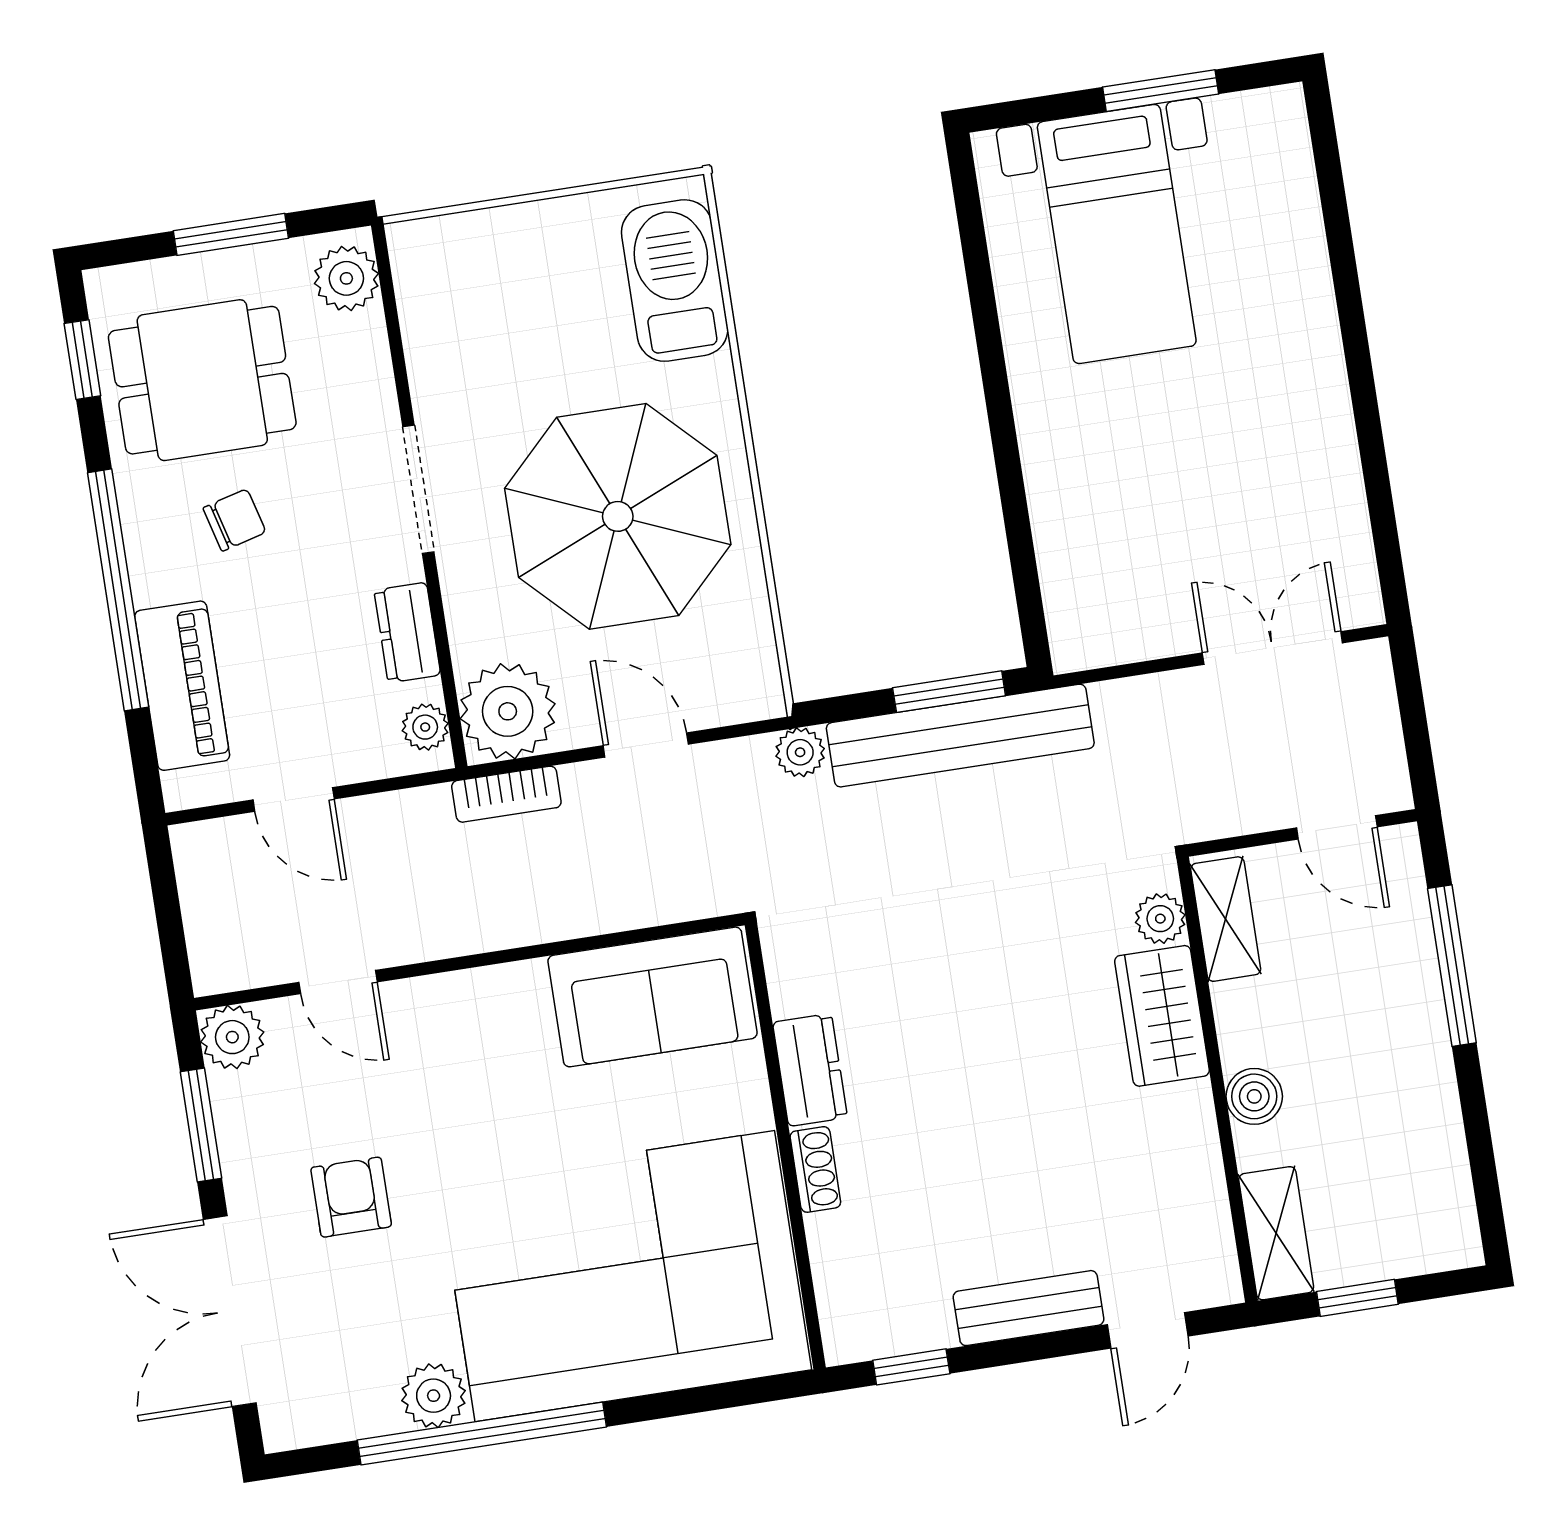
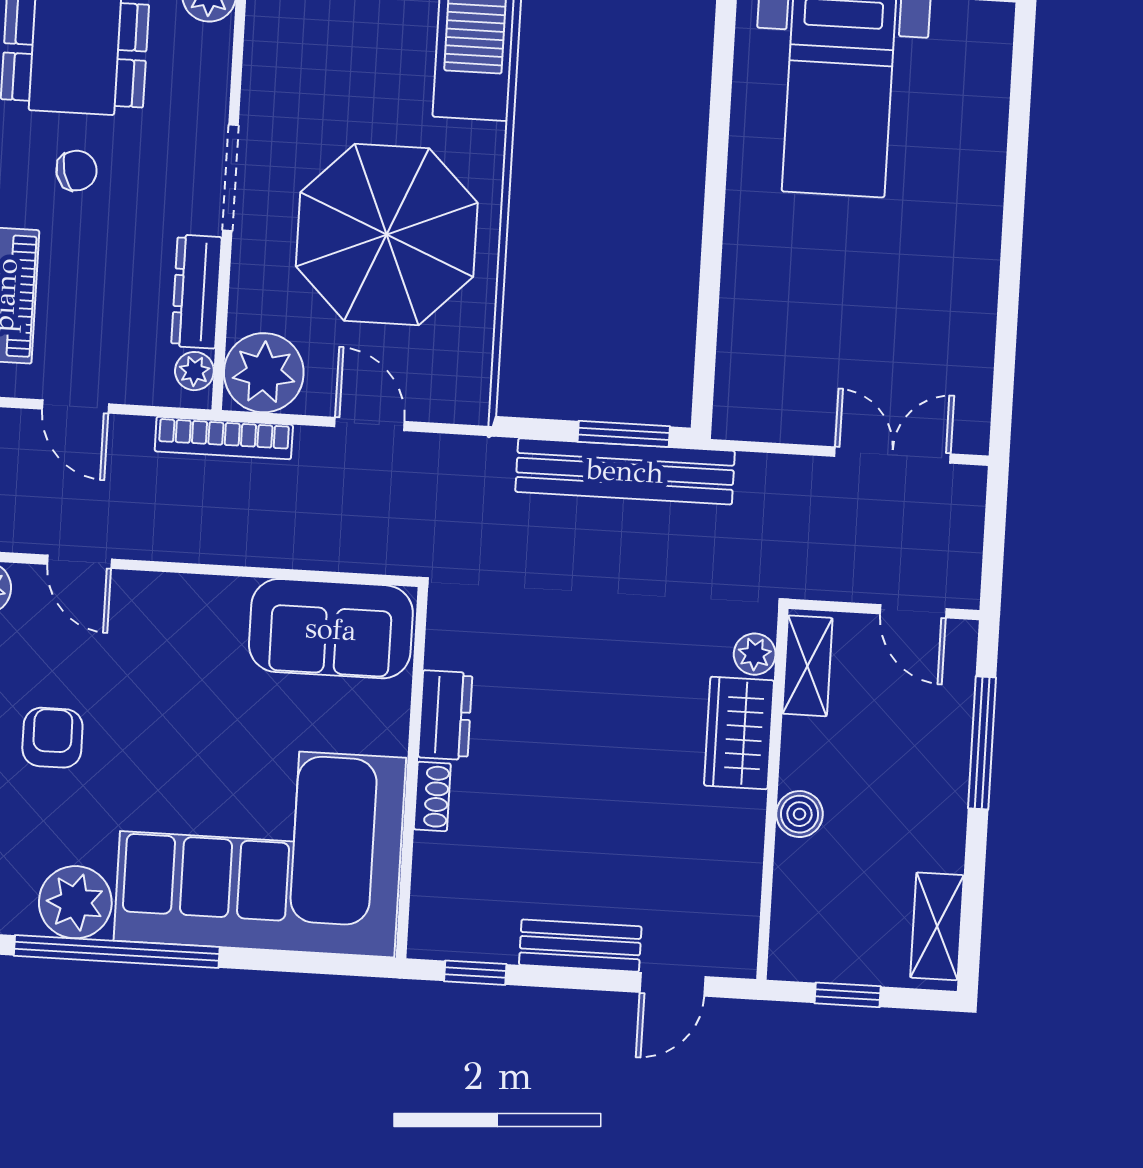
dresser: (407, 633) -> (196, 292), width x1.44
plant: (800, 752) -> (493, 457), removed
bookcase: (506, 794) -> (224, 438), width x1.56
shelving: (1276, 1233) -> (937, 926), moved
plant: (434, 1396) -> (75, 902), width x1.36, depth x1.36

